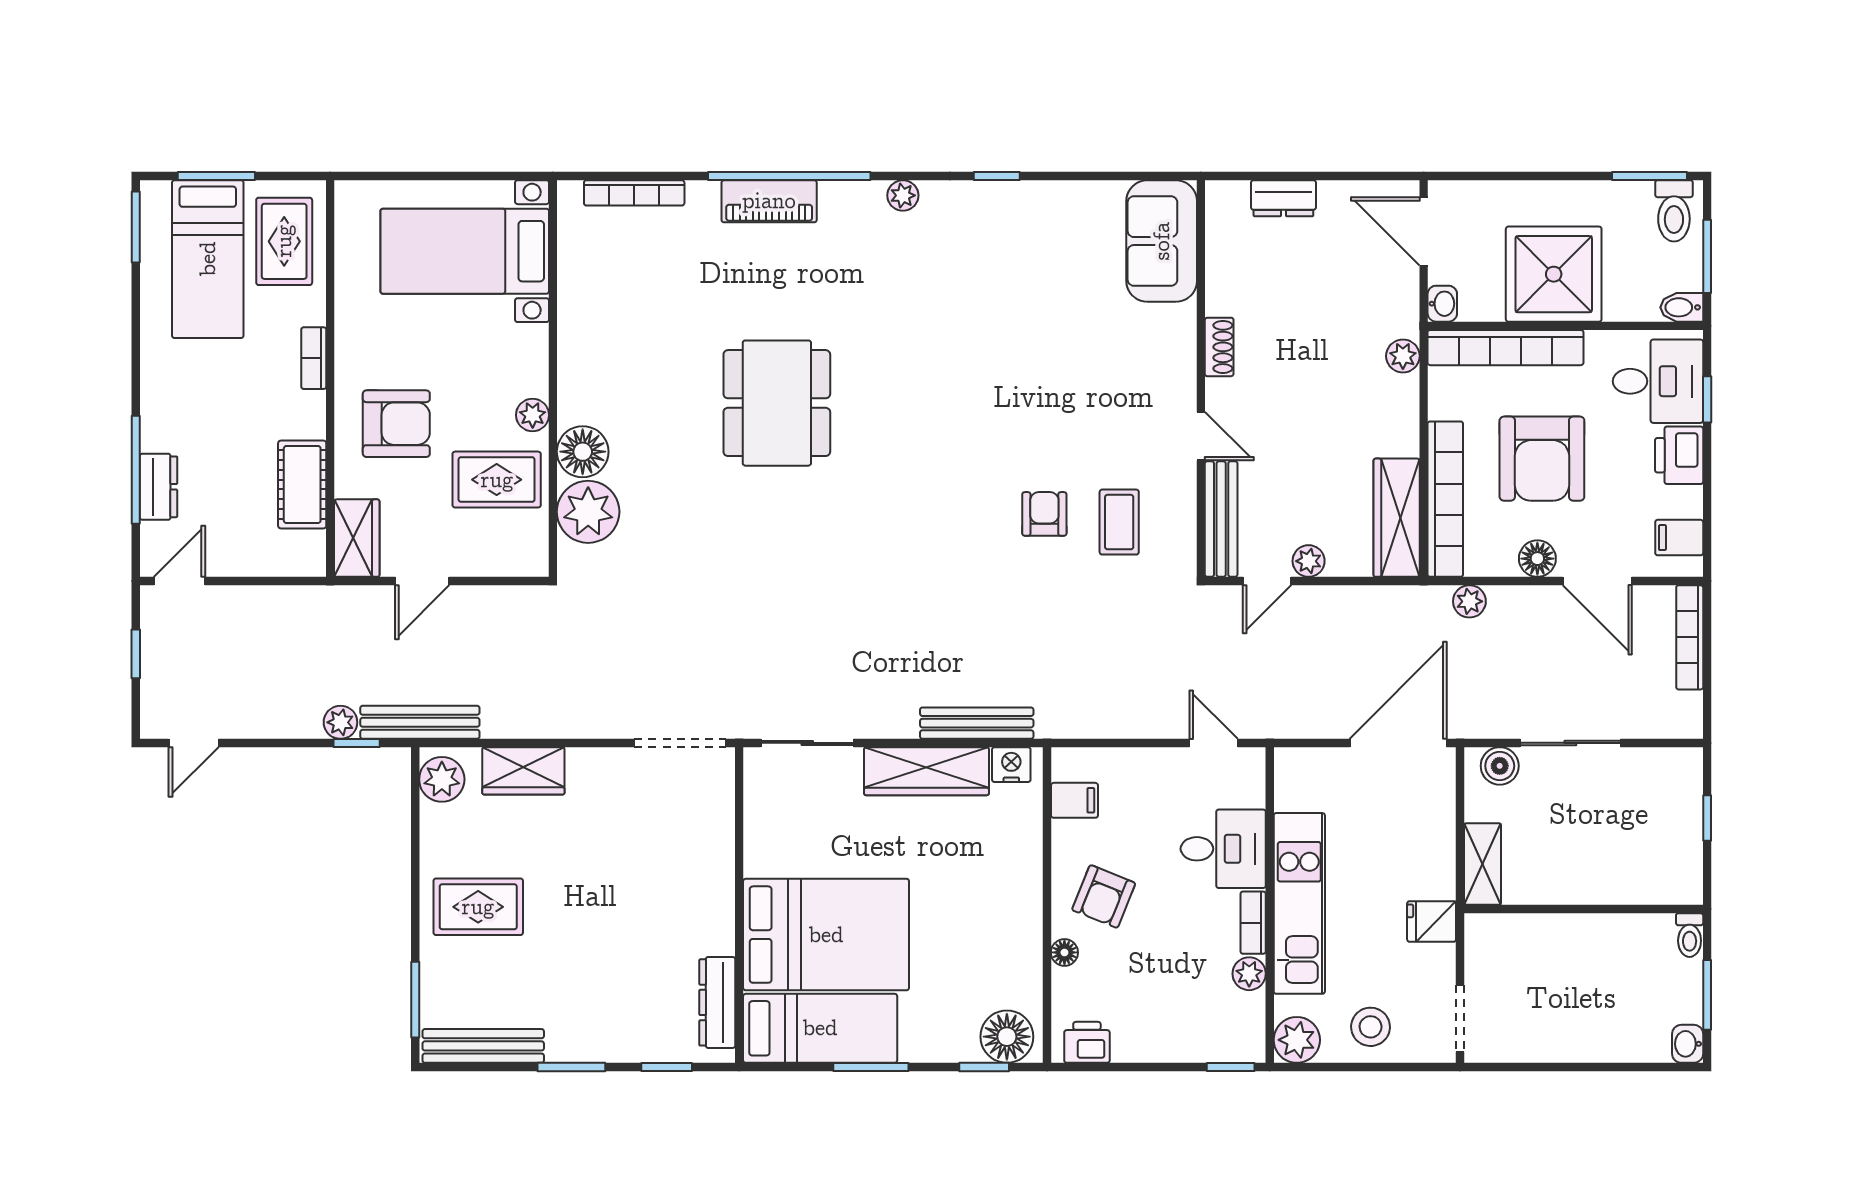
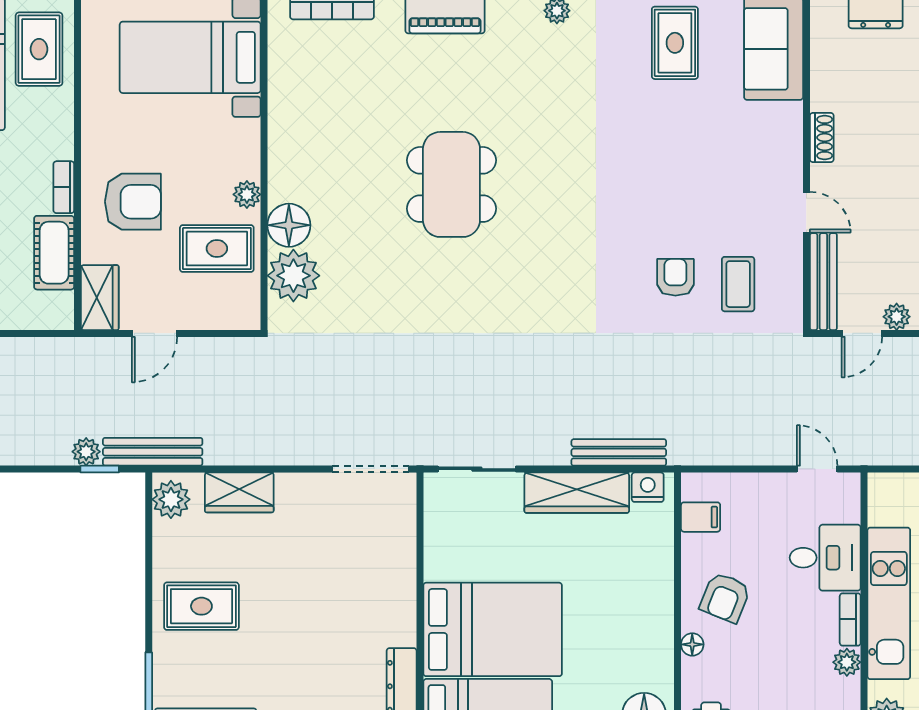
rug: (1044, 234) -> (675, 43), added
bookcase: (314, 358) -> (64, 187), moved

